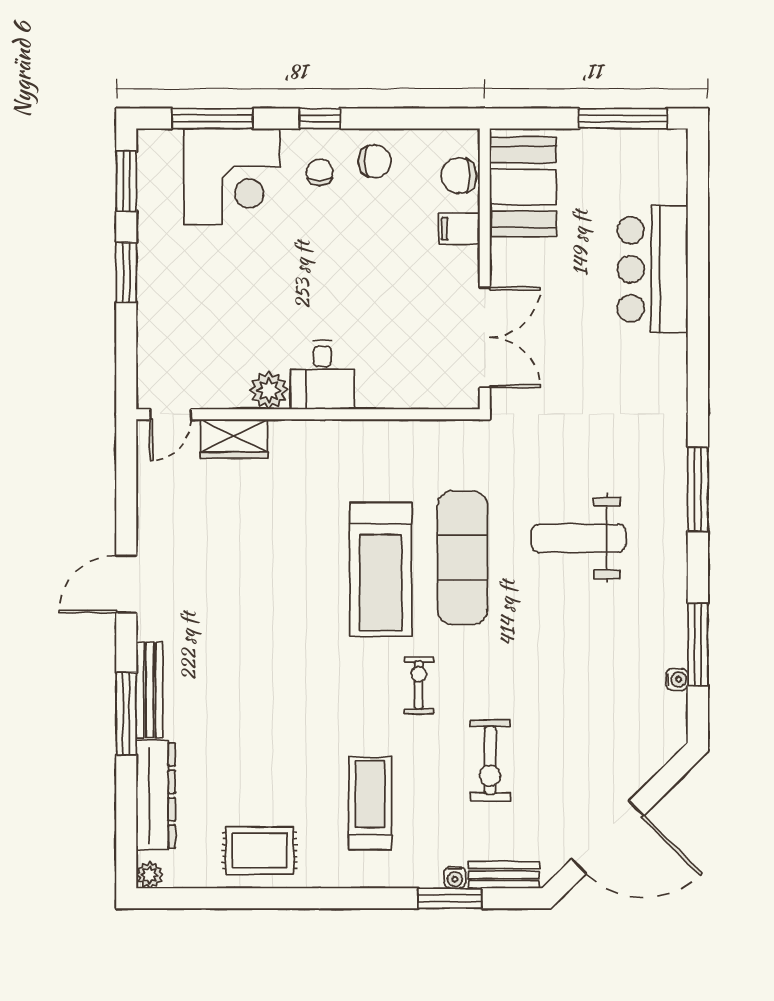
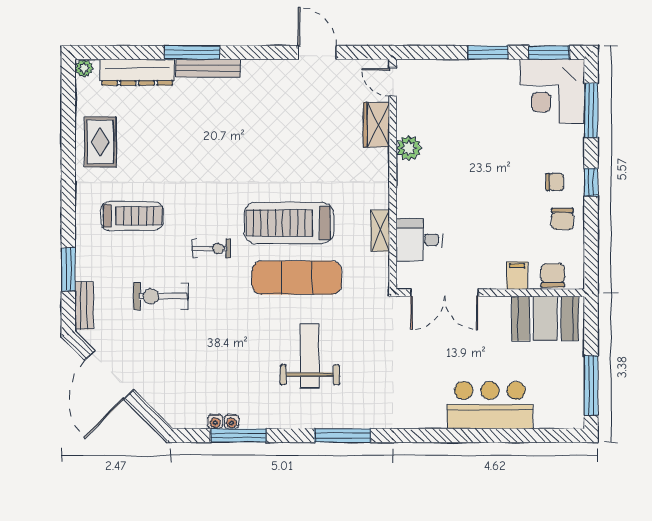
corner desk: (232, 176) -> (552, 91), moved
desk: (322, 375) -> (419, 240), moved
shelving: (392, 433) -> (380, 231), added
door: (126, 584) -> (317, 52), moved
water cooler: (455, 878) -> (231, 422), moved, turned -90

